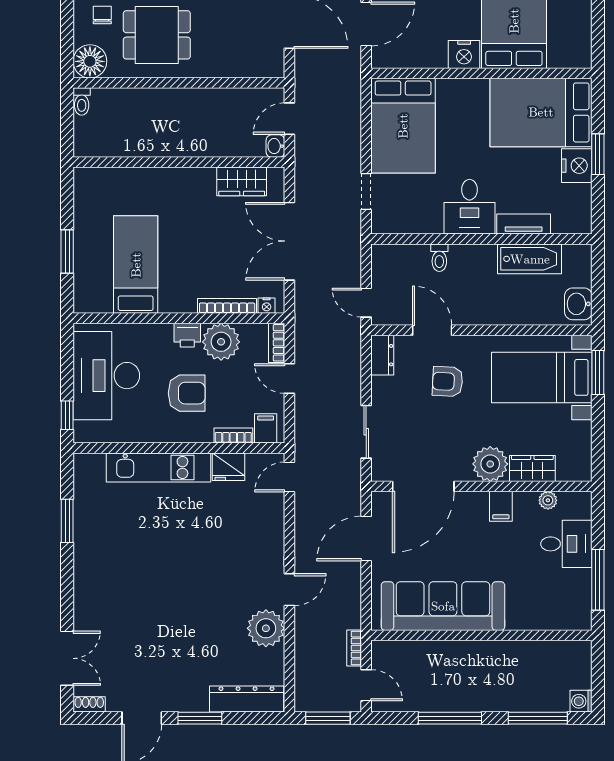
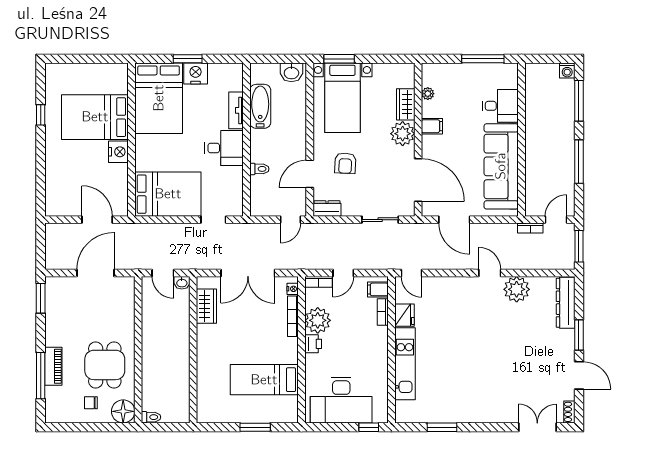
armchair: (187, 393) -> (353, 344), removed
desk: (566, 544) -> (500, 106), moved, turned 90

